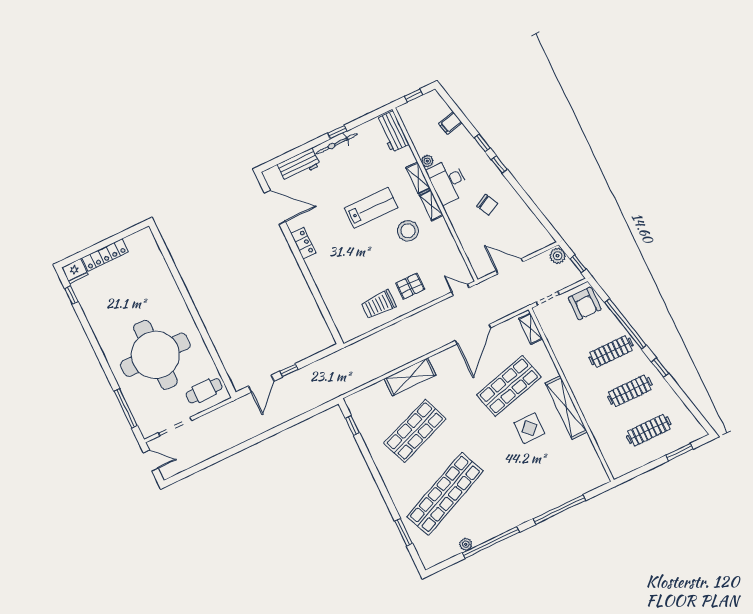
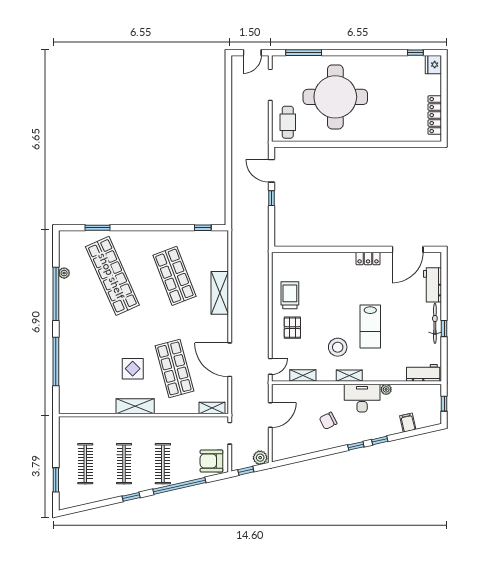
shelving: (418, 178) -> (303, 376), moved
locker: (105, 255) -> (435, 115), moved
shelving: (566, 408) -> (135, 406), width x0.68

